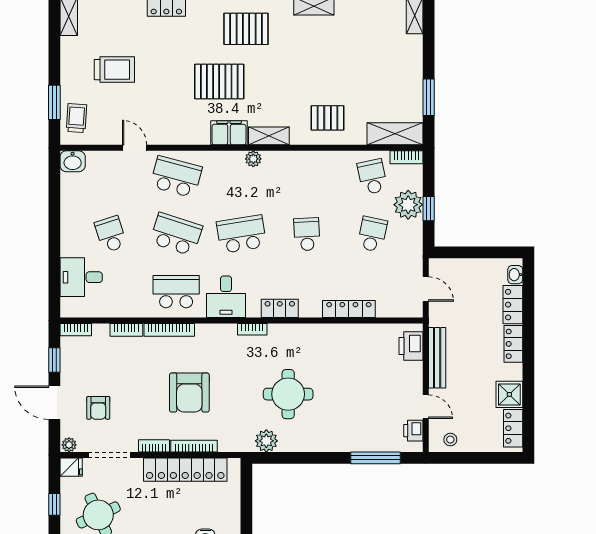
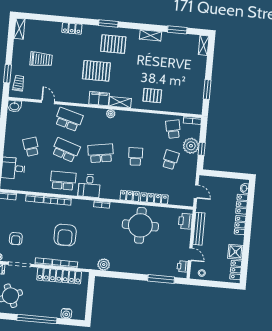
shelving: (395, 134) -> (187, 107), removed
locker: (280, 308) -> (130, 196), moved
round table: (288, 394) -> (140, 225), moved, width x1.36, depth x1.36

